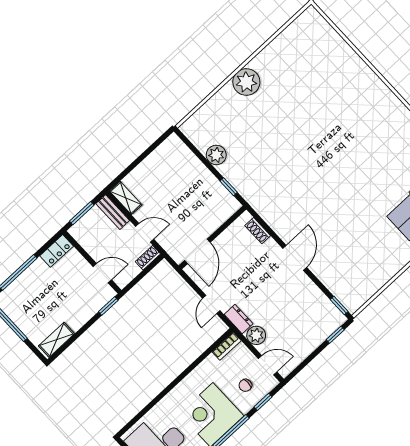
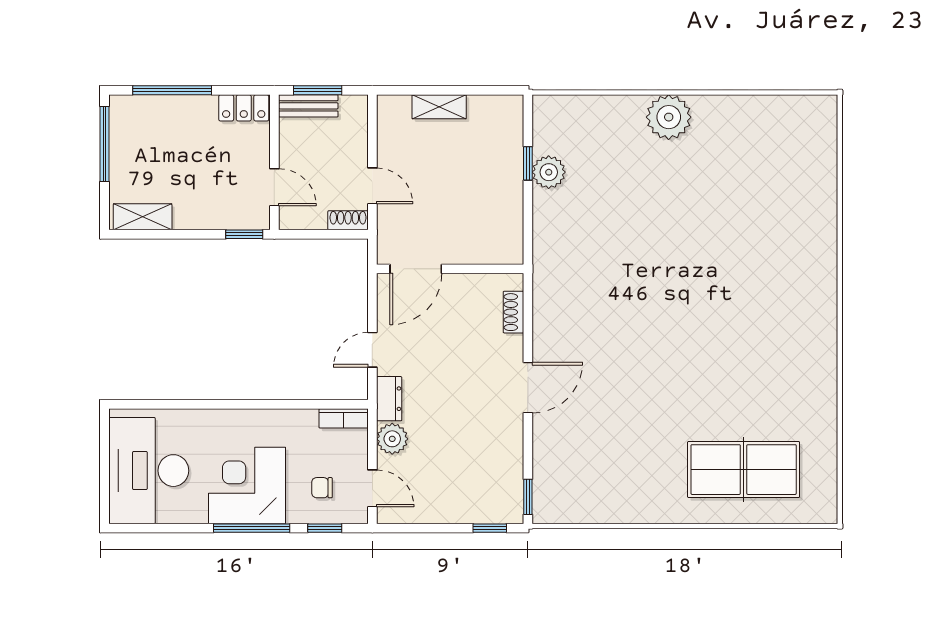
window: (229, 187) -> (528, 163), moved
shelving: (126, 198) -> (439, 107), moved, turned 90
bench: (113, 212) -> (308, 106), moved, turned 90

